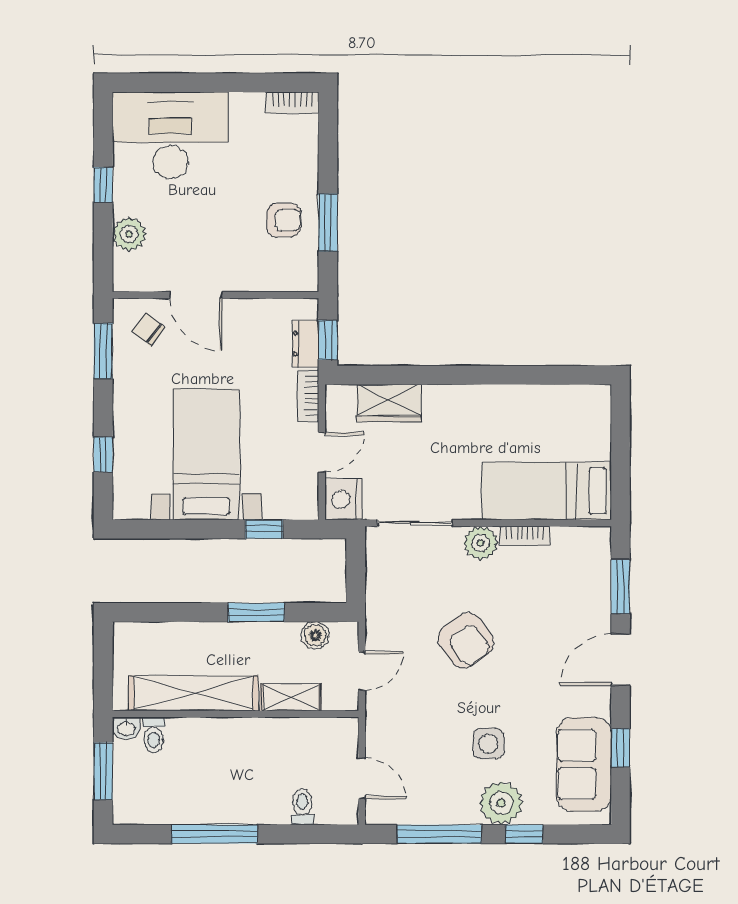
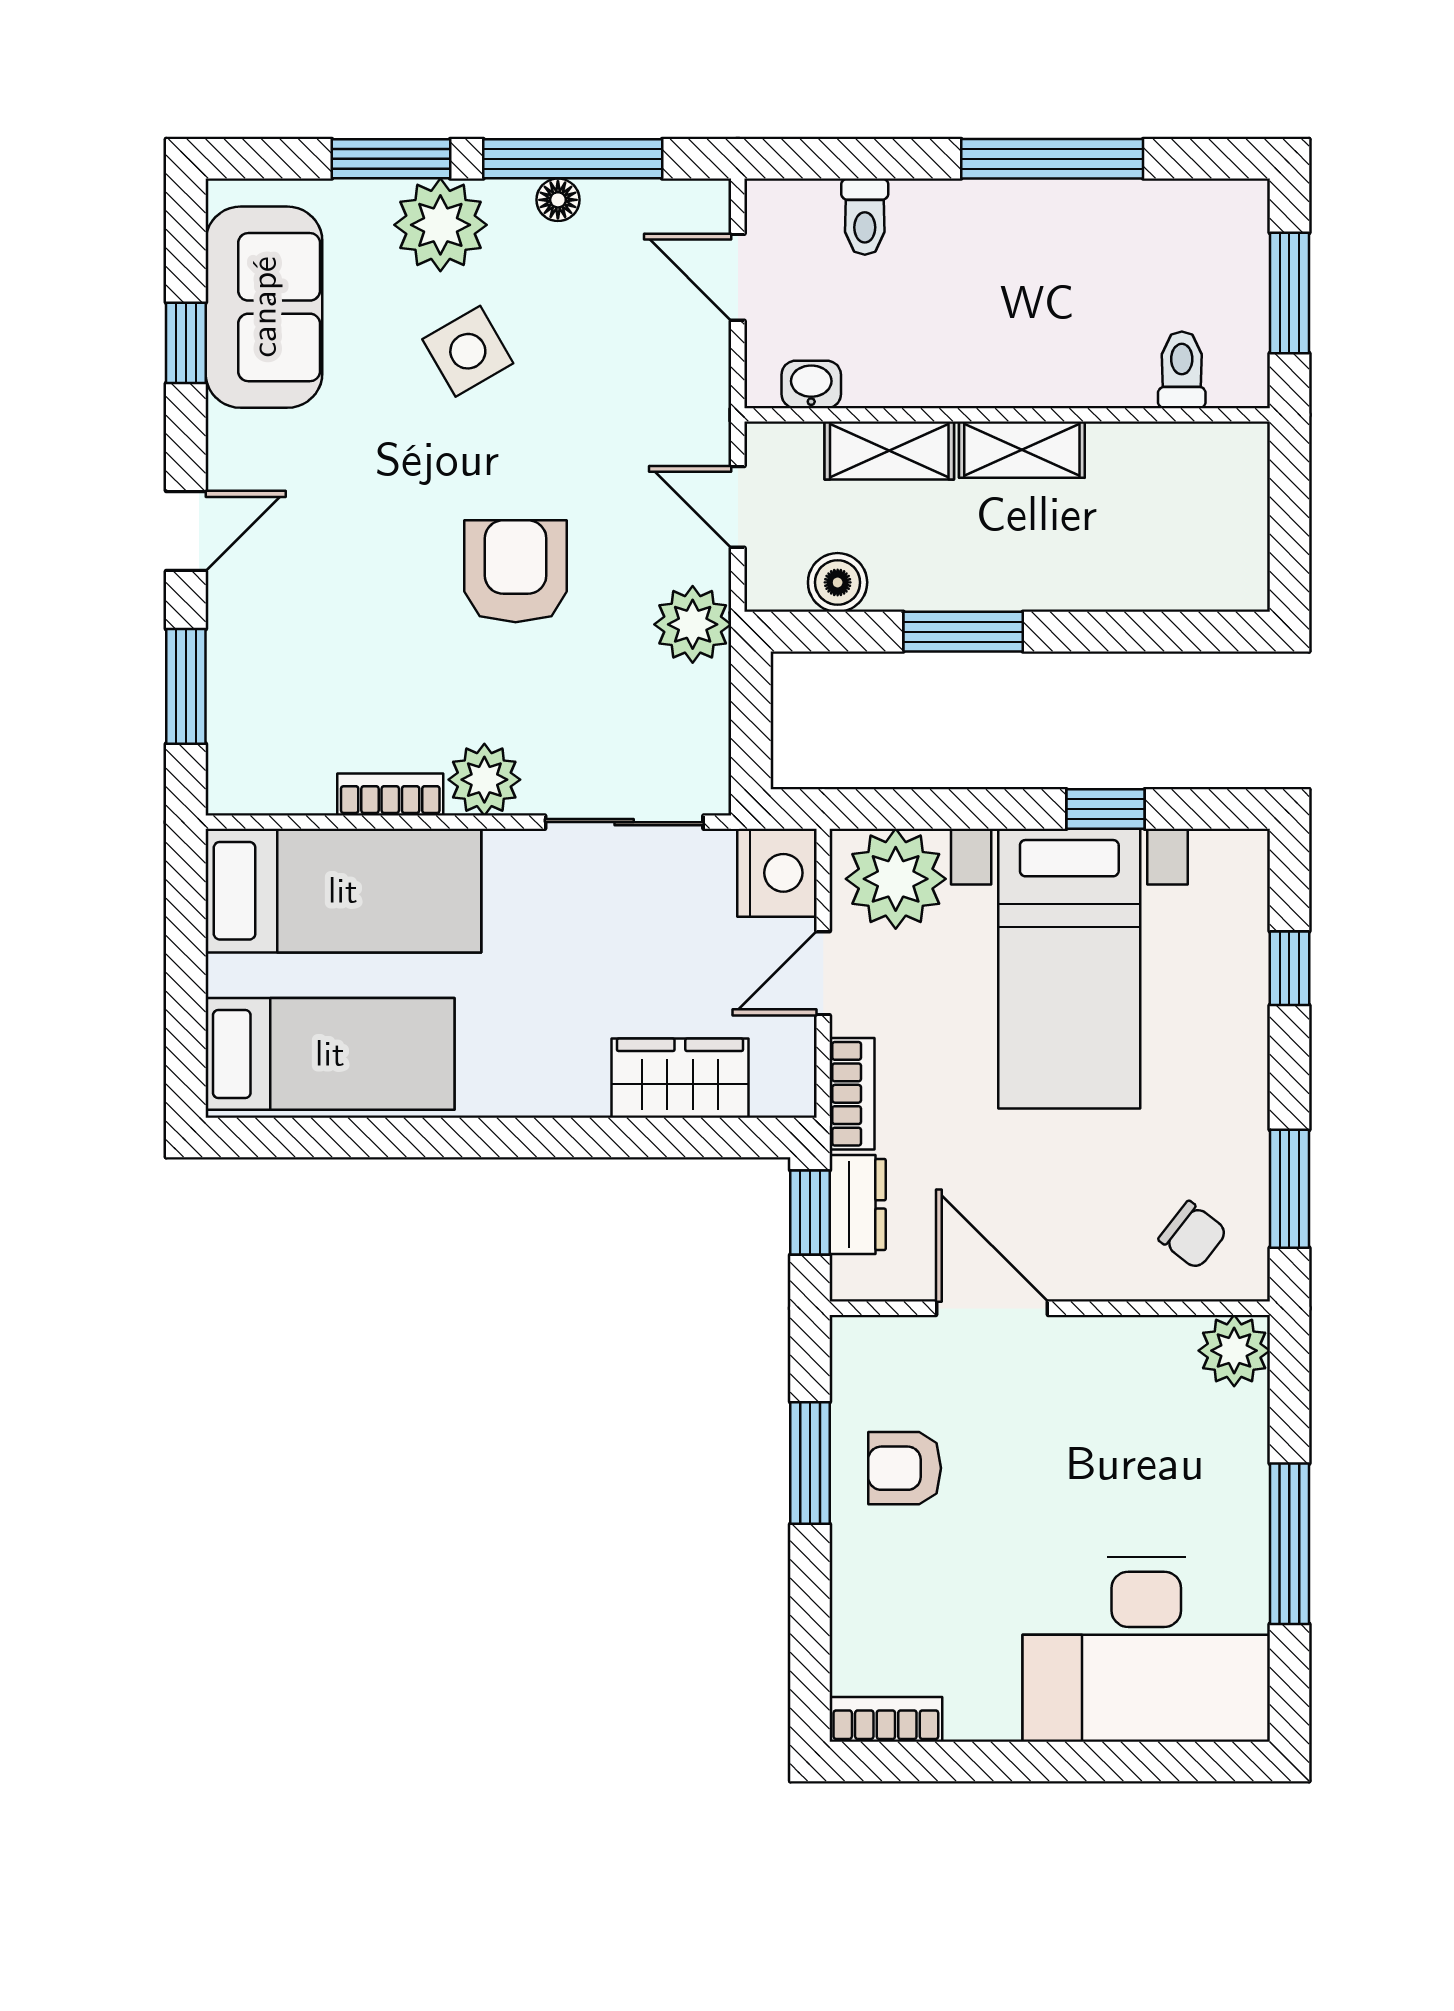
window: (103, 185) -> (1289, 1544), width x2.17
plant: (129, 234) -> (1234, 1351), moved
door: (196, 295) -> (992, 1308), moved
bed: (553, 414) -> (330, 1054), added
plant: (288, 496) -> (896, 879), added
window: (264, 529) -> (1105, 809), moved
plant: (383, 616) -> (693, 624), added
armchair: (466, 641) -> (516, 571), turned 37
door: (621, 659) -> (186, 531), width x0.73
door: (362, 671) -> (738, 507), hinge flipped
shelving: (193, 693) -> (1022, 450), width x0.45, depth x0.75
washbasin: (126, 728) -> (811, 384), moved
side table: (488, 744) -> (468, 351), turned -30
floor lamp: (446, 815) -> (558, 200), added
window: (524, 834) -> (391, 159), width x1.50

